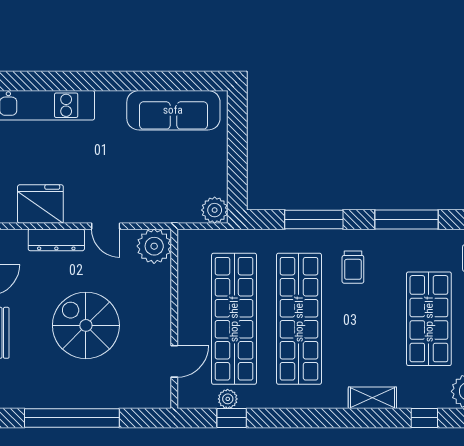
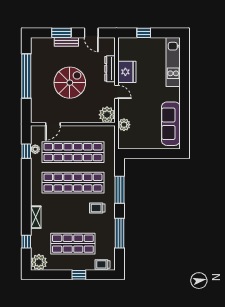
fridge: (40, 204) -> (127, 72), moved
plant: (215, 210) -> (124, 125), moved
door: (106, 226) -> (116, 92), swing flipped
door: (174, 361) -> (53, 124), hinge flipped

